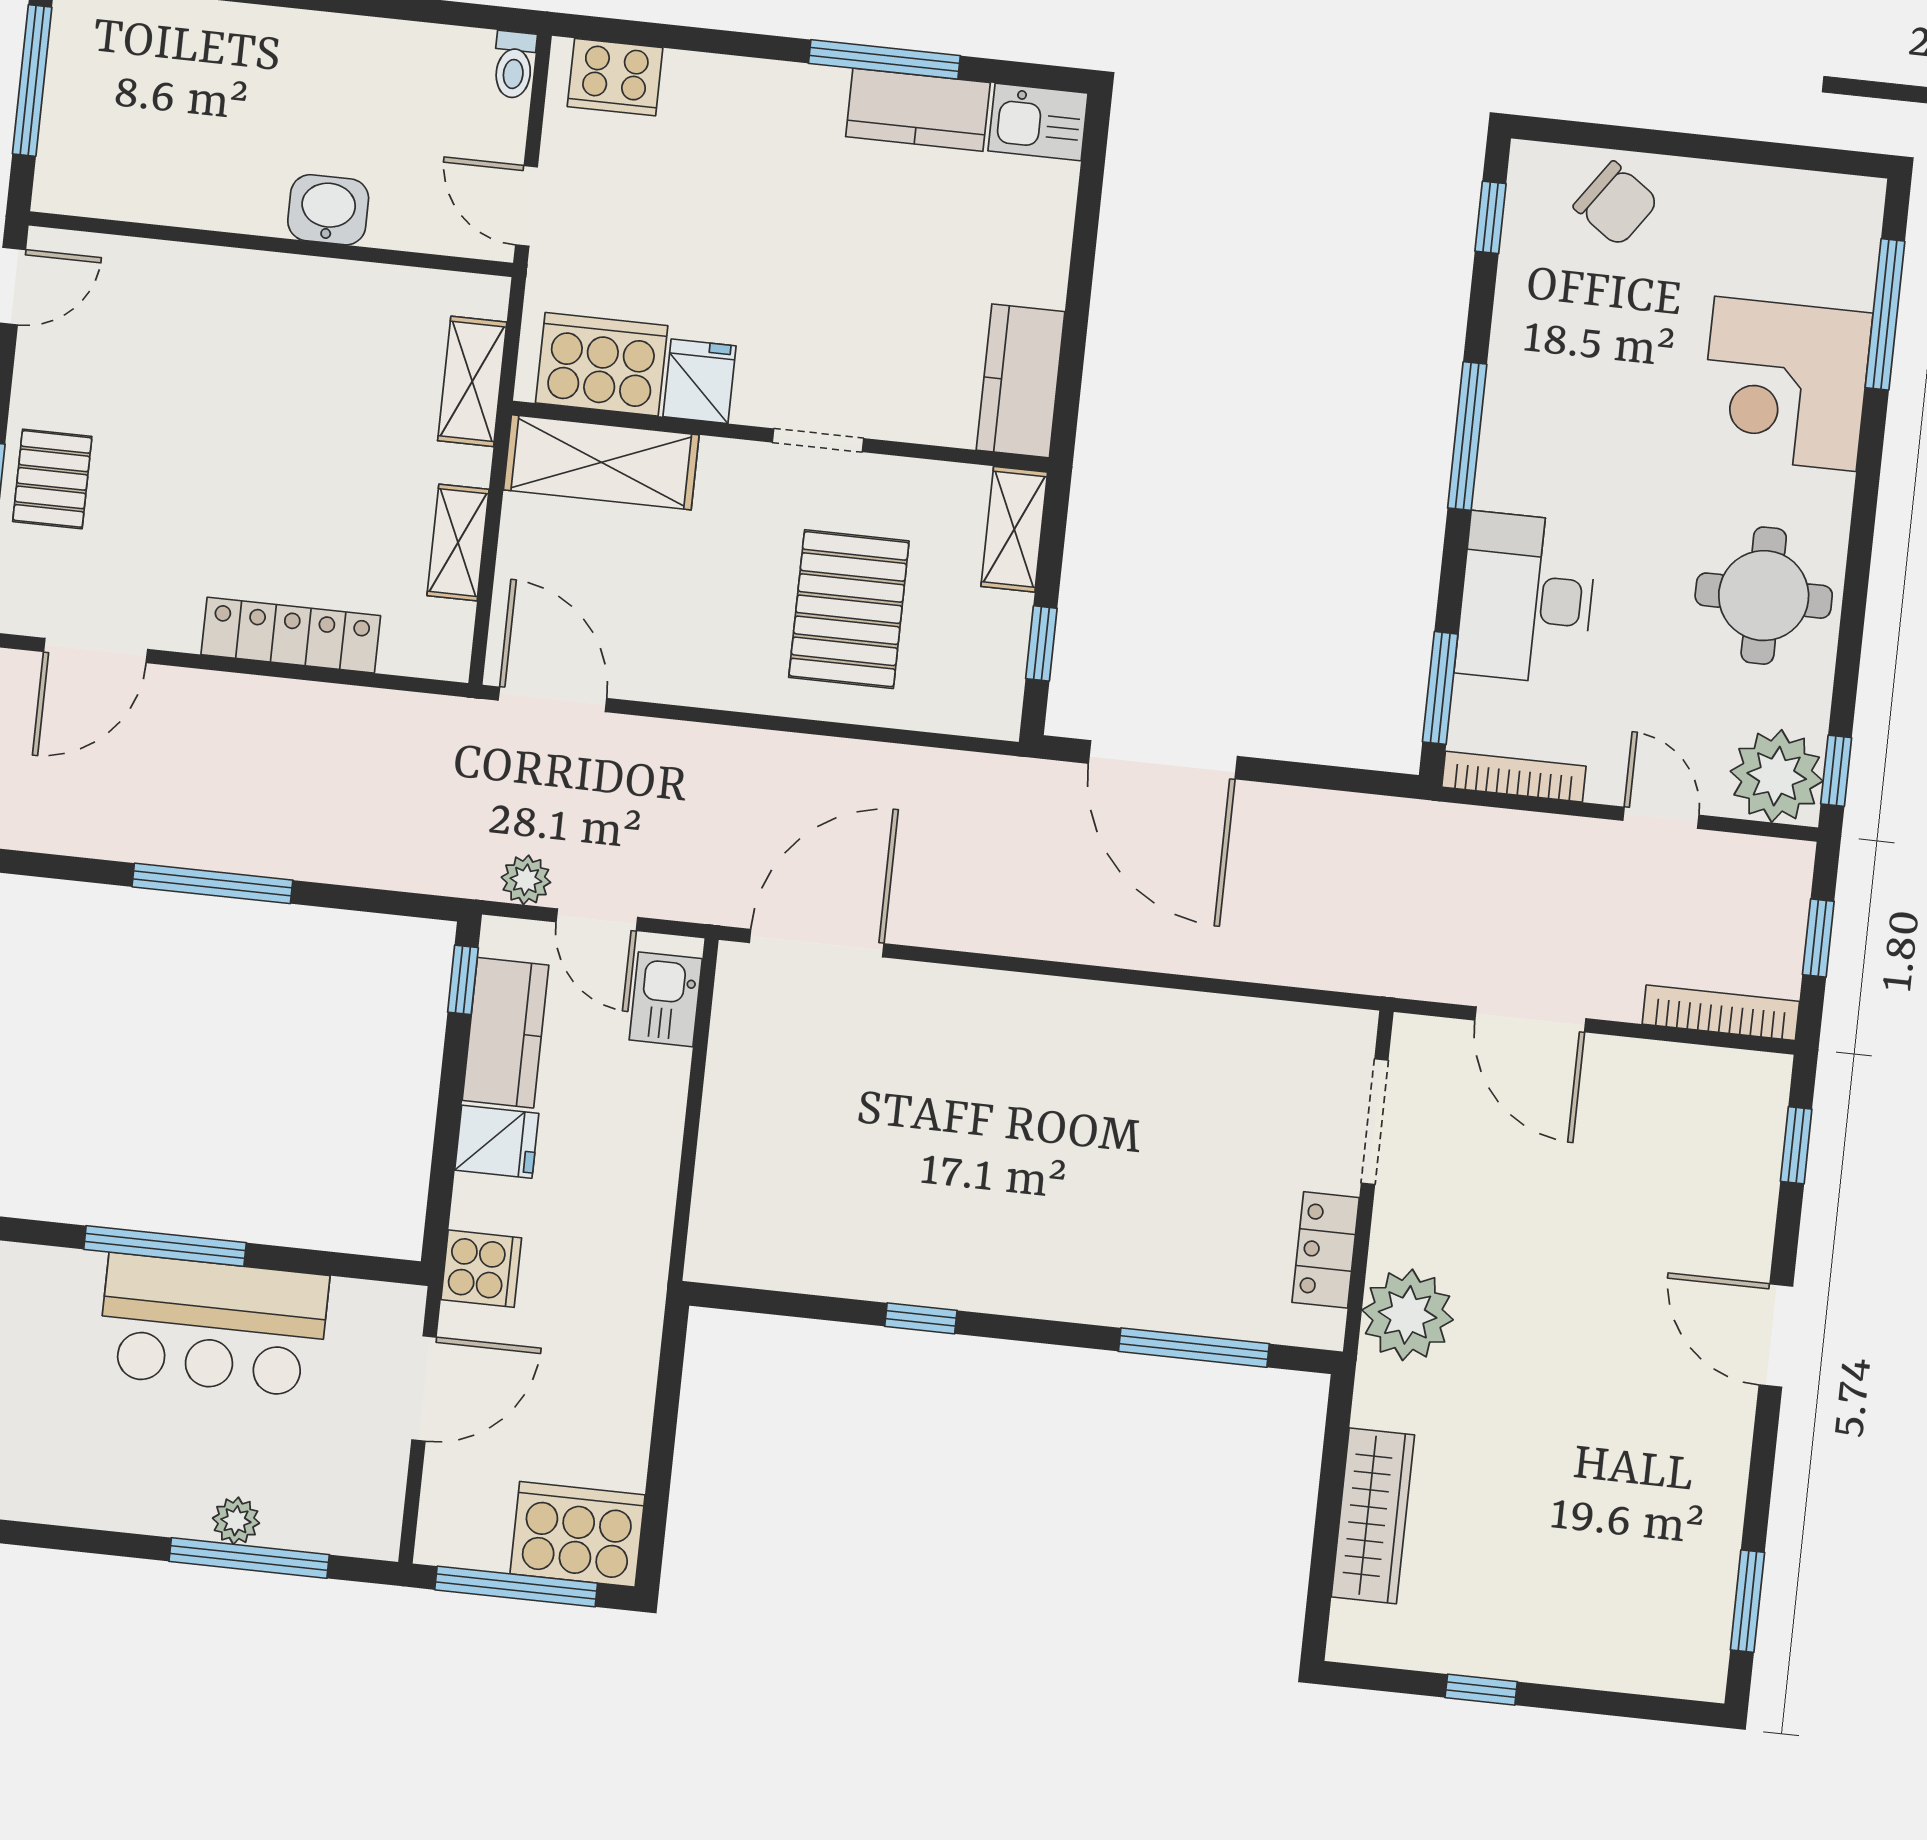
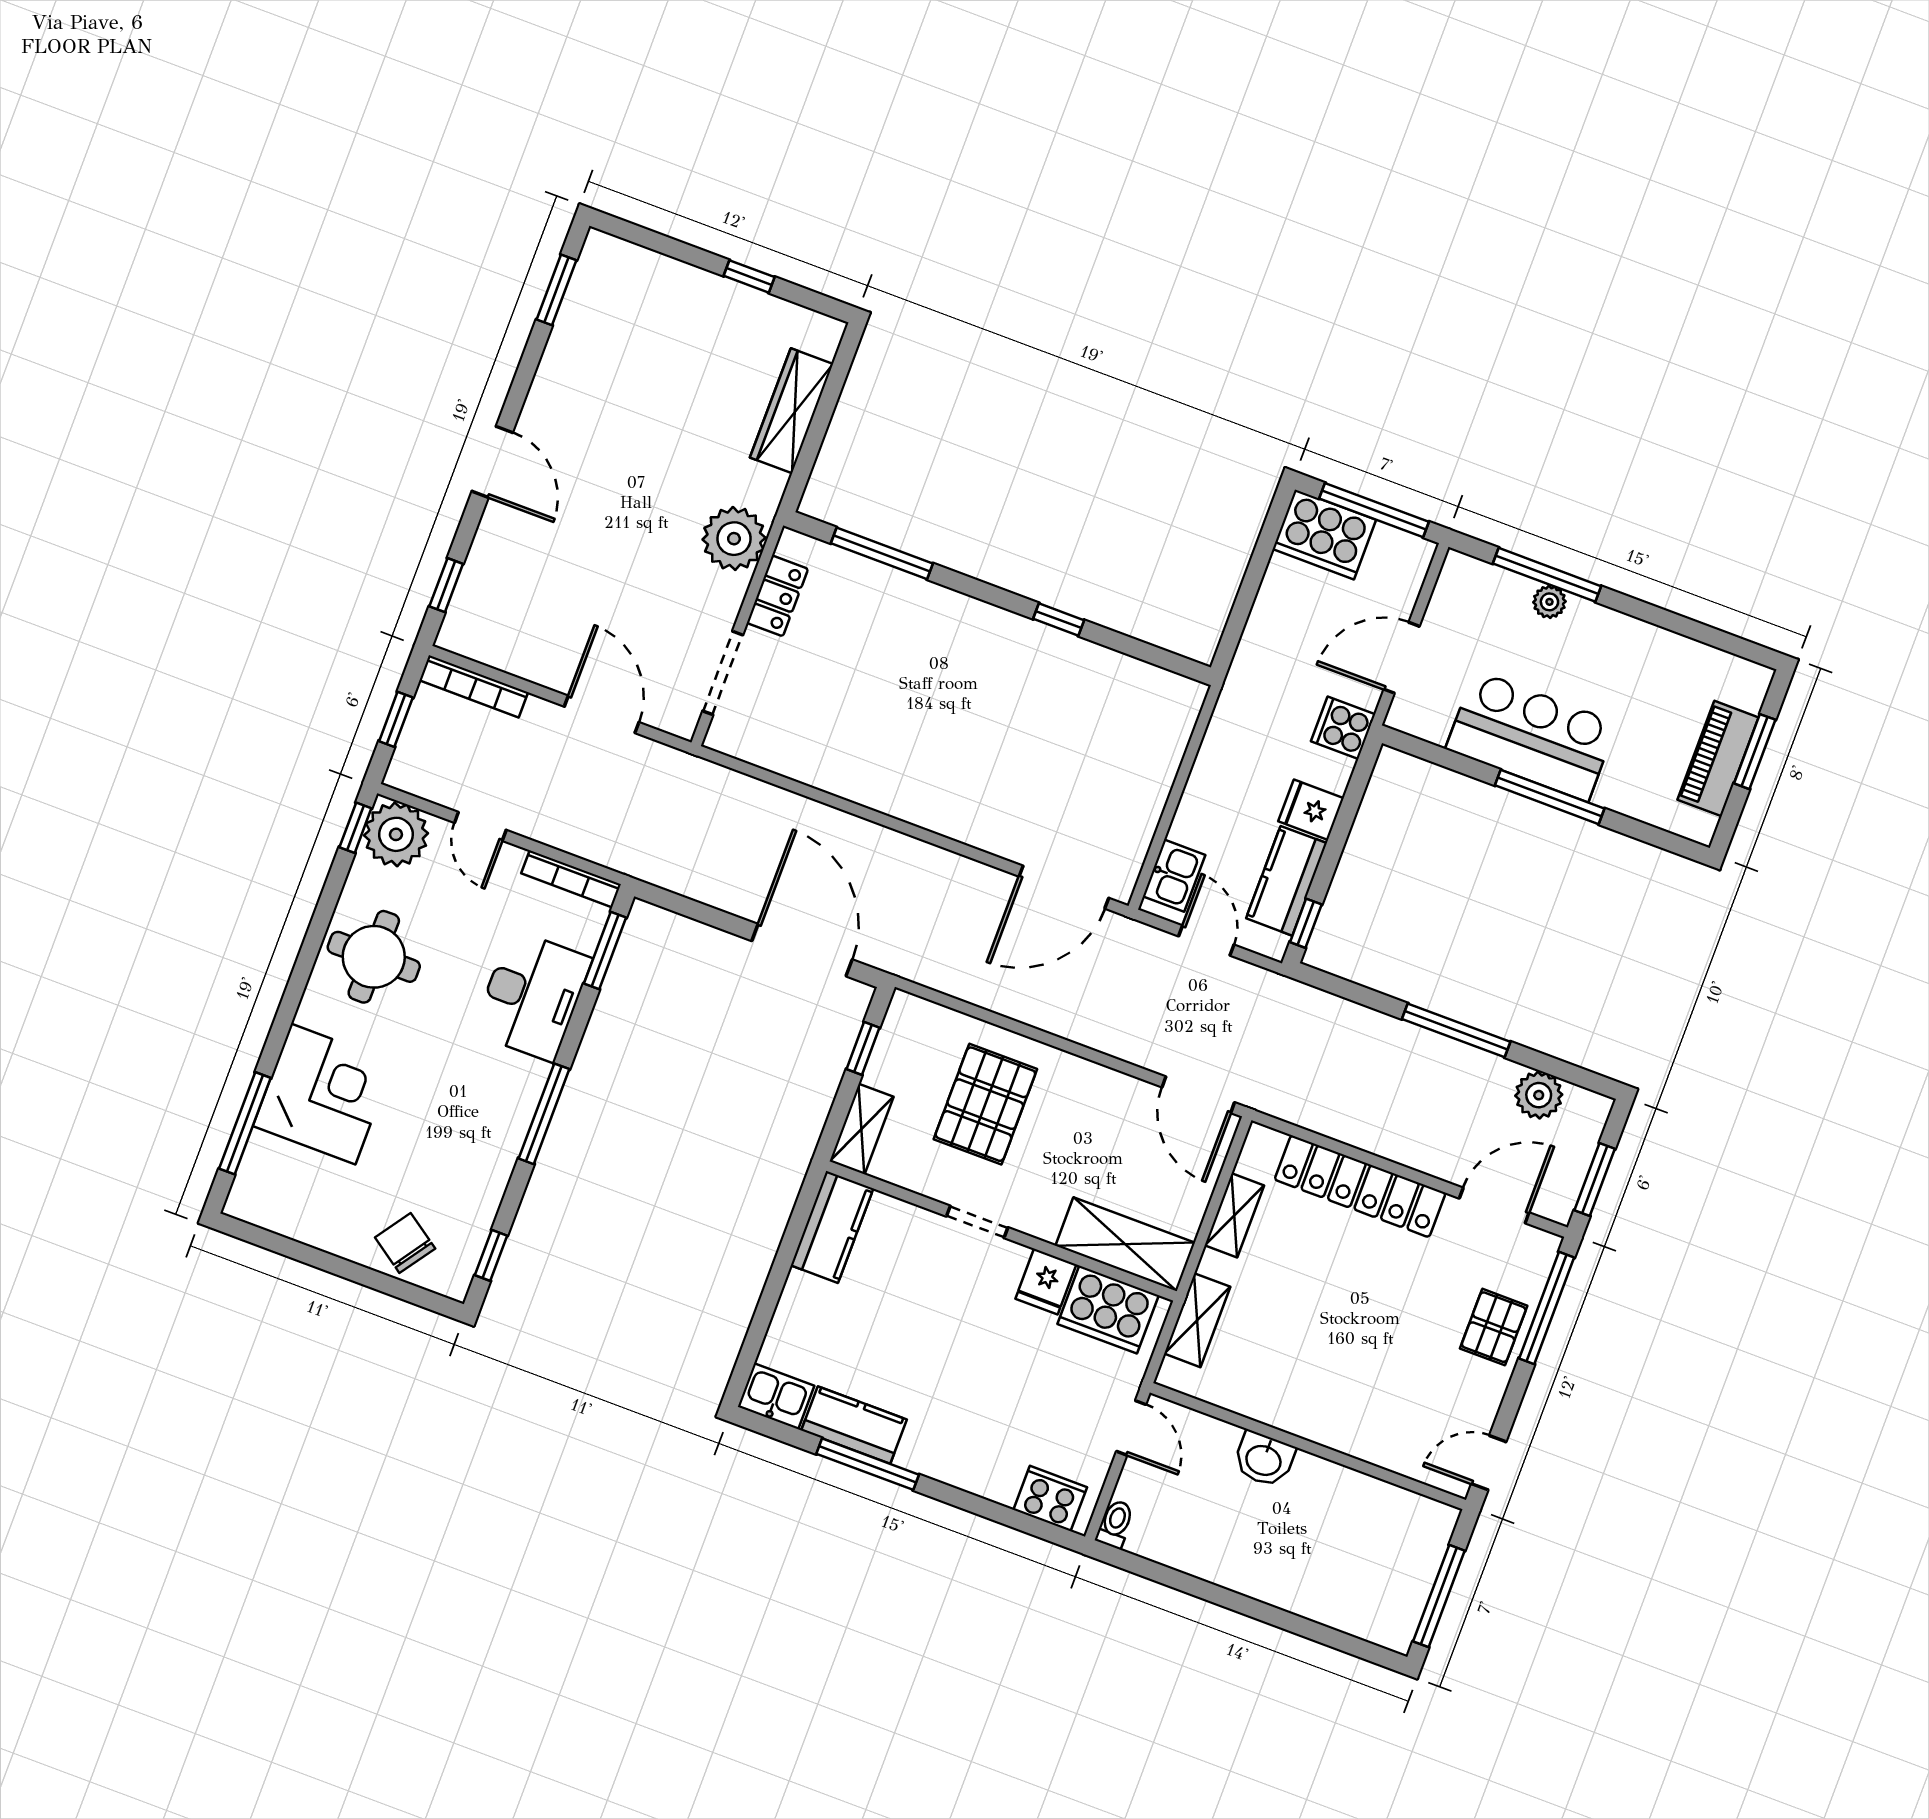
locker: (291, 635) -> (1360, 1186), width x1.41, depth x1.21
plant: (526, 880) -> (1539, 1095), moved, width x1.38, depth x1.38

